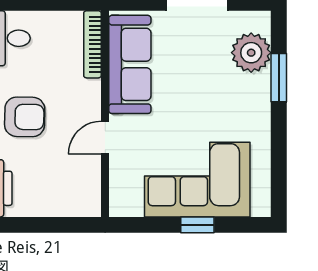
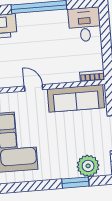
bookcase: (92, 44) -> (92, 76), width x0.64
armchair: (25, 117) -> (42, 42), removed

